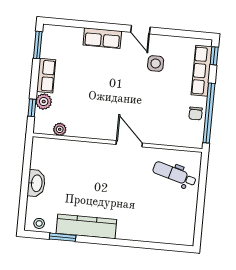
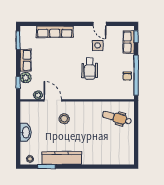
door: (140, 30) -> (100, 24), moved
row of seats: (102, 38) -> (55, 32), width x1.48
row of seats: (202, 71) -> (129, 42), width x0.68
wheelchair: (141, 97) -> (90, 69), added
door: (129, 144) -> (53, 100), moved
stool: (95, 168) -> (64, 119), added

